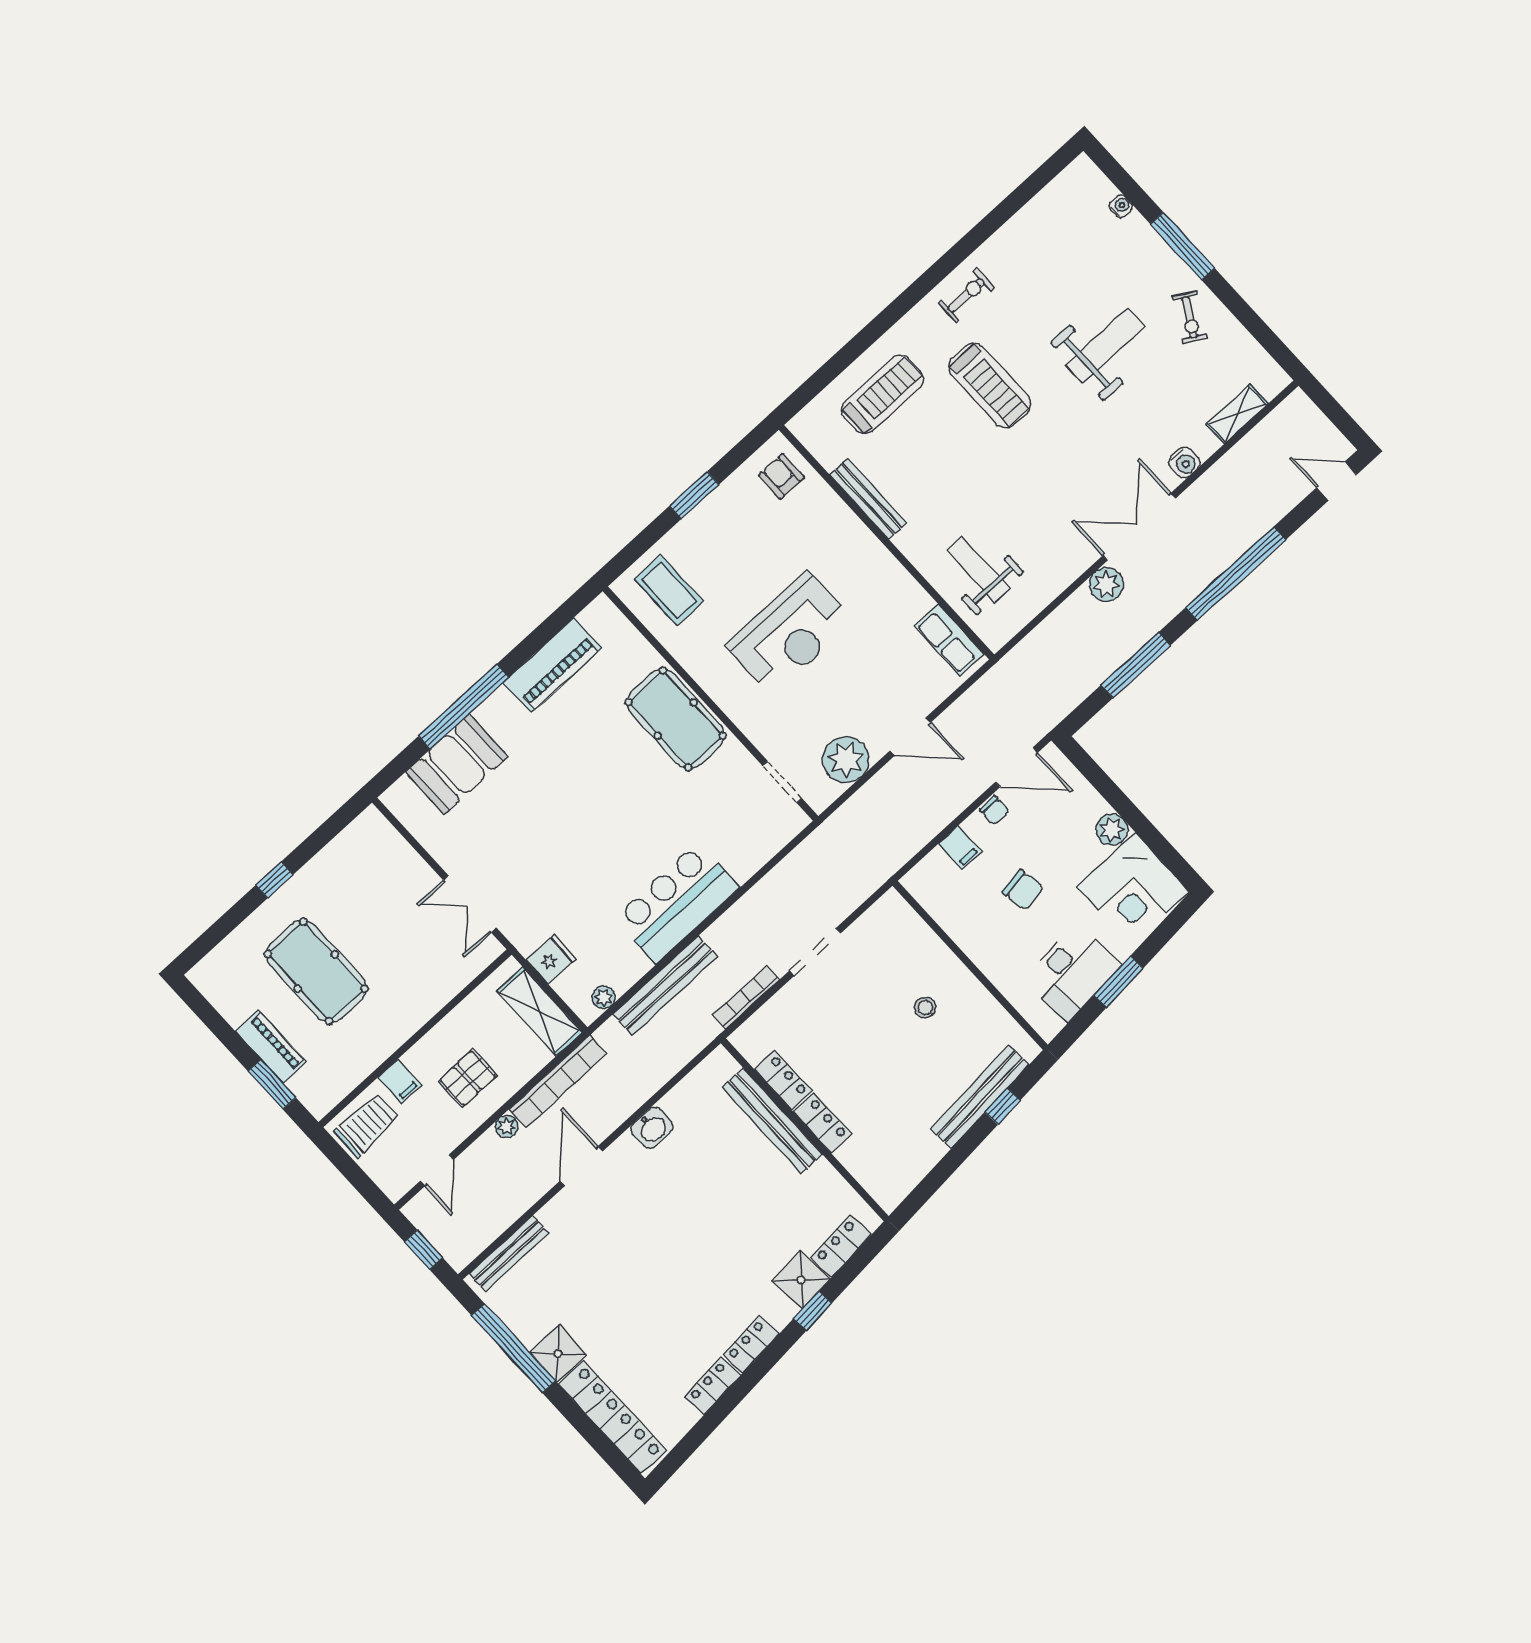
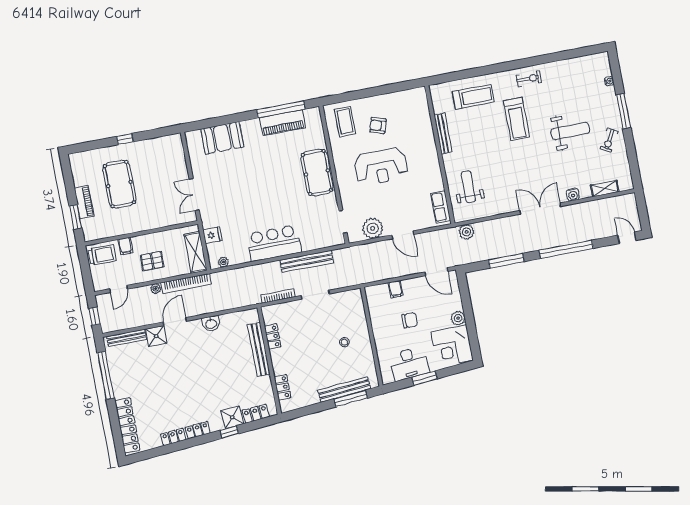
armchair: (781, 476) -> (378, 126), moved, turned -72
window: (694, 495) -> (377, 91), removed
plant: (1106, 584) -> (466, 232), moved
window: (464, 707) -> (281, 109), moved
chair: (995, 811) -> (418, 283), removed
chair: (1023, 890) -> (410, 320), turned -81
bench: (665, 985) -> (307, 261), moved
window: (1003, 1106) -> (351, 398), width x2.17
locker: (823, 1123) -> (282, 387), moved
shower: (558, 1354) -> (156, 336), moved

